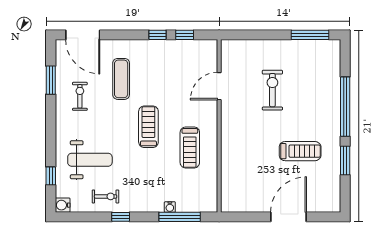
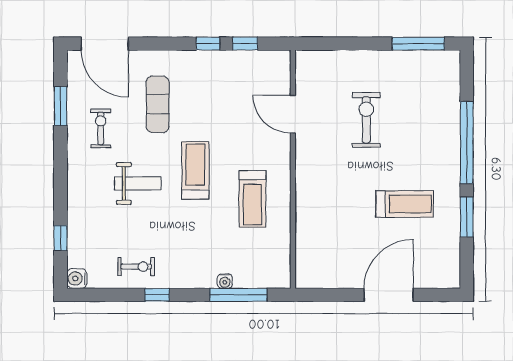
door: (219, 86) -> (293, 114), hinge flipped
weight bench: (90, 160) -> (138, 183), moved, width x0.73, depth x0.75

